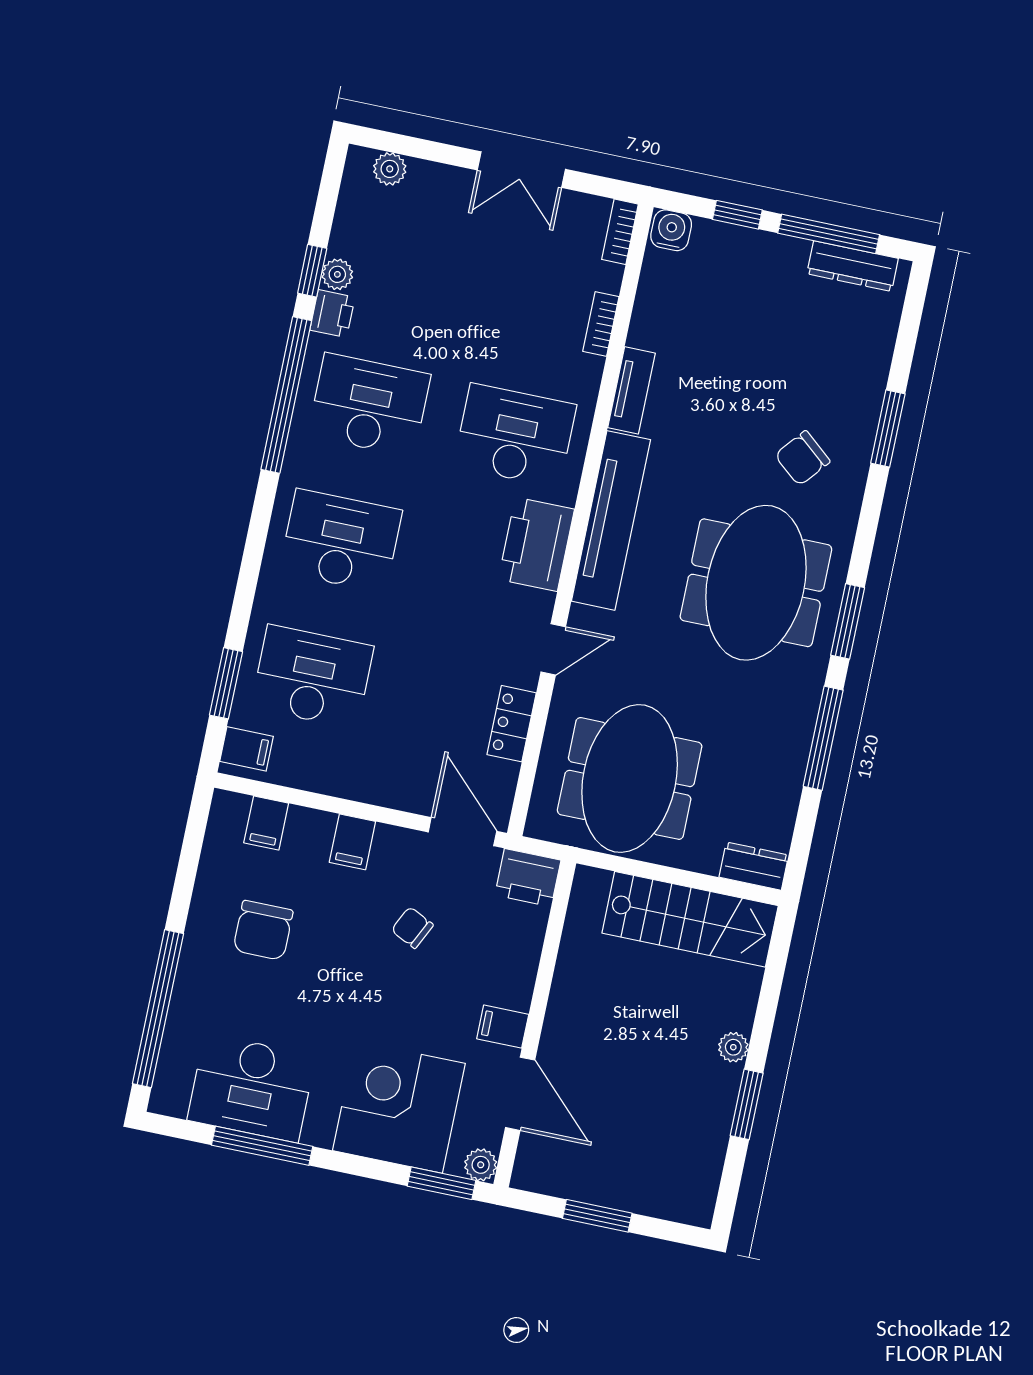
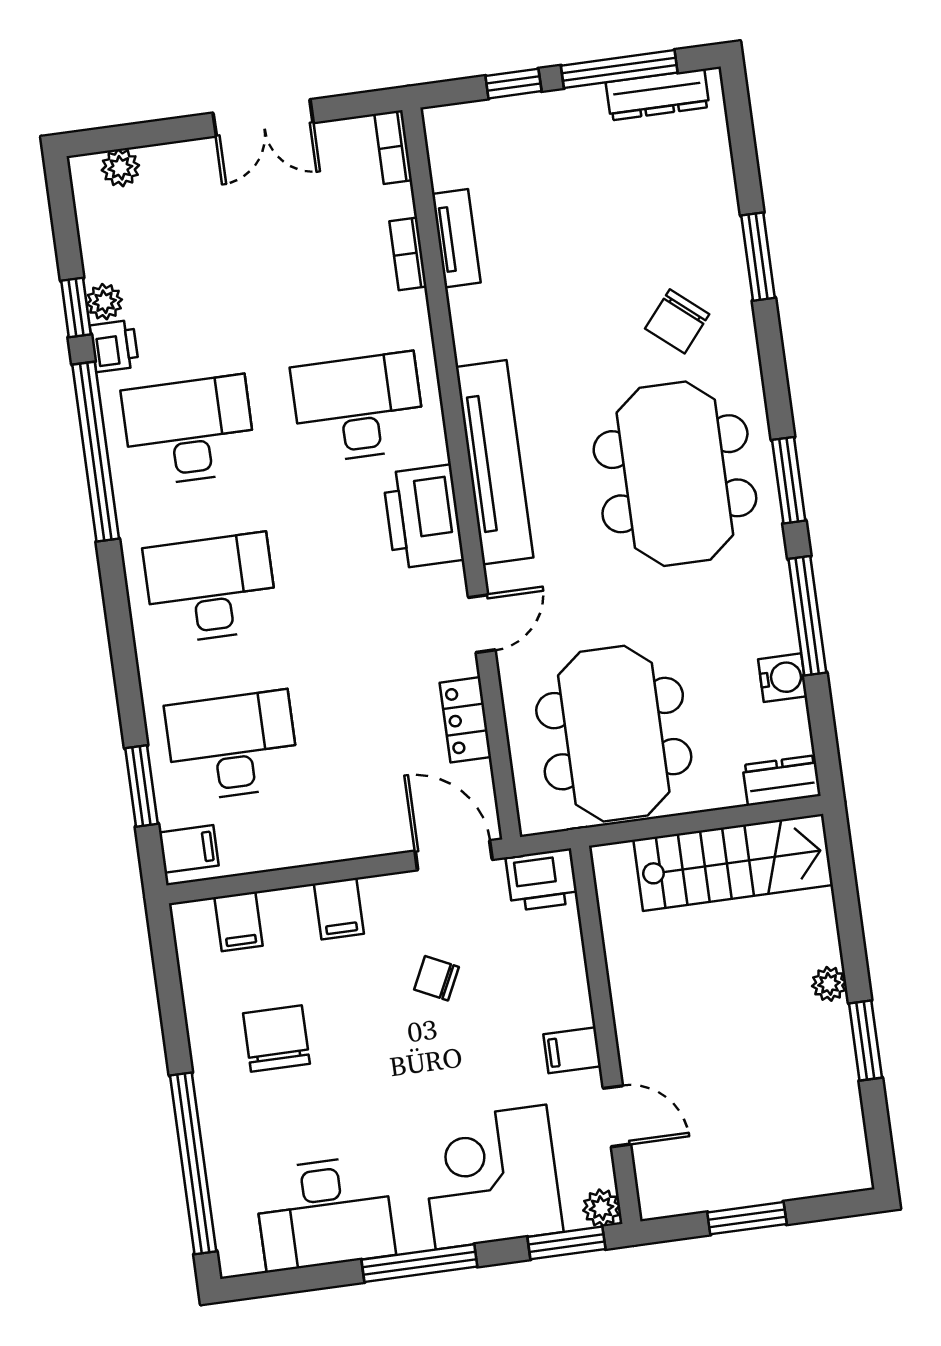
water cooler: (671, 230) -> (783, 678), moved, turned 90
tv unit: (631, 390) -> (456, 238), moved
chair: (263, 930) -> (276, 1039), turned 180
door: (520, 1094) -> (617, 1116), width x0.73
window: (262, 1146) -> (419, 1263), moved

